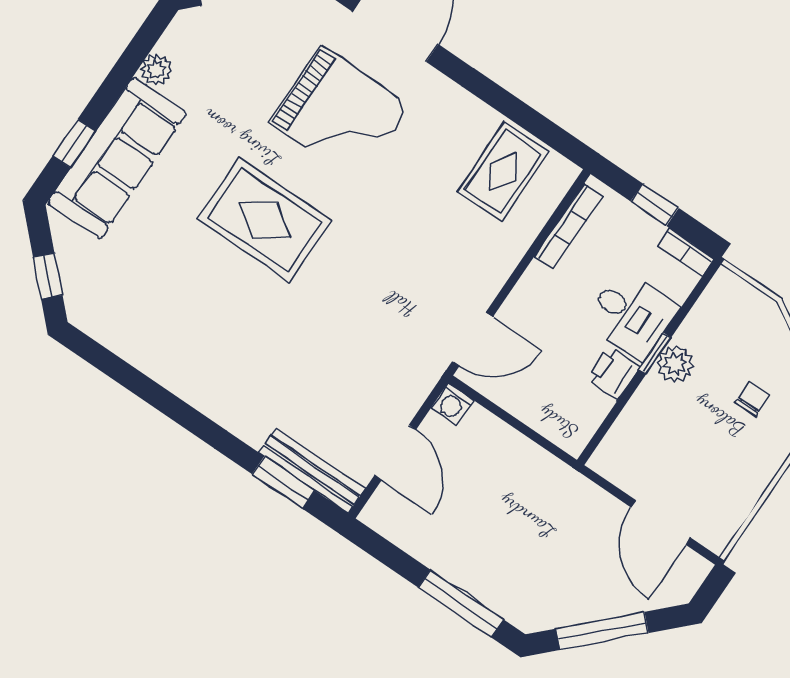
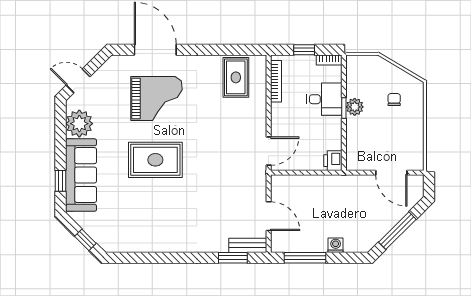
plant: (156, 70) -> (79, 124), width x1.88, depth x1.88
printer: (613, 373) -> (333, 161), moved
washing machine: (452, 404) -> (336, 245), moved, turned 180
bench: (312, 471) -> (248, 245), width x0.73
window: (461, 604) -> (305, 258), moved

